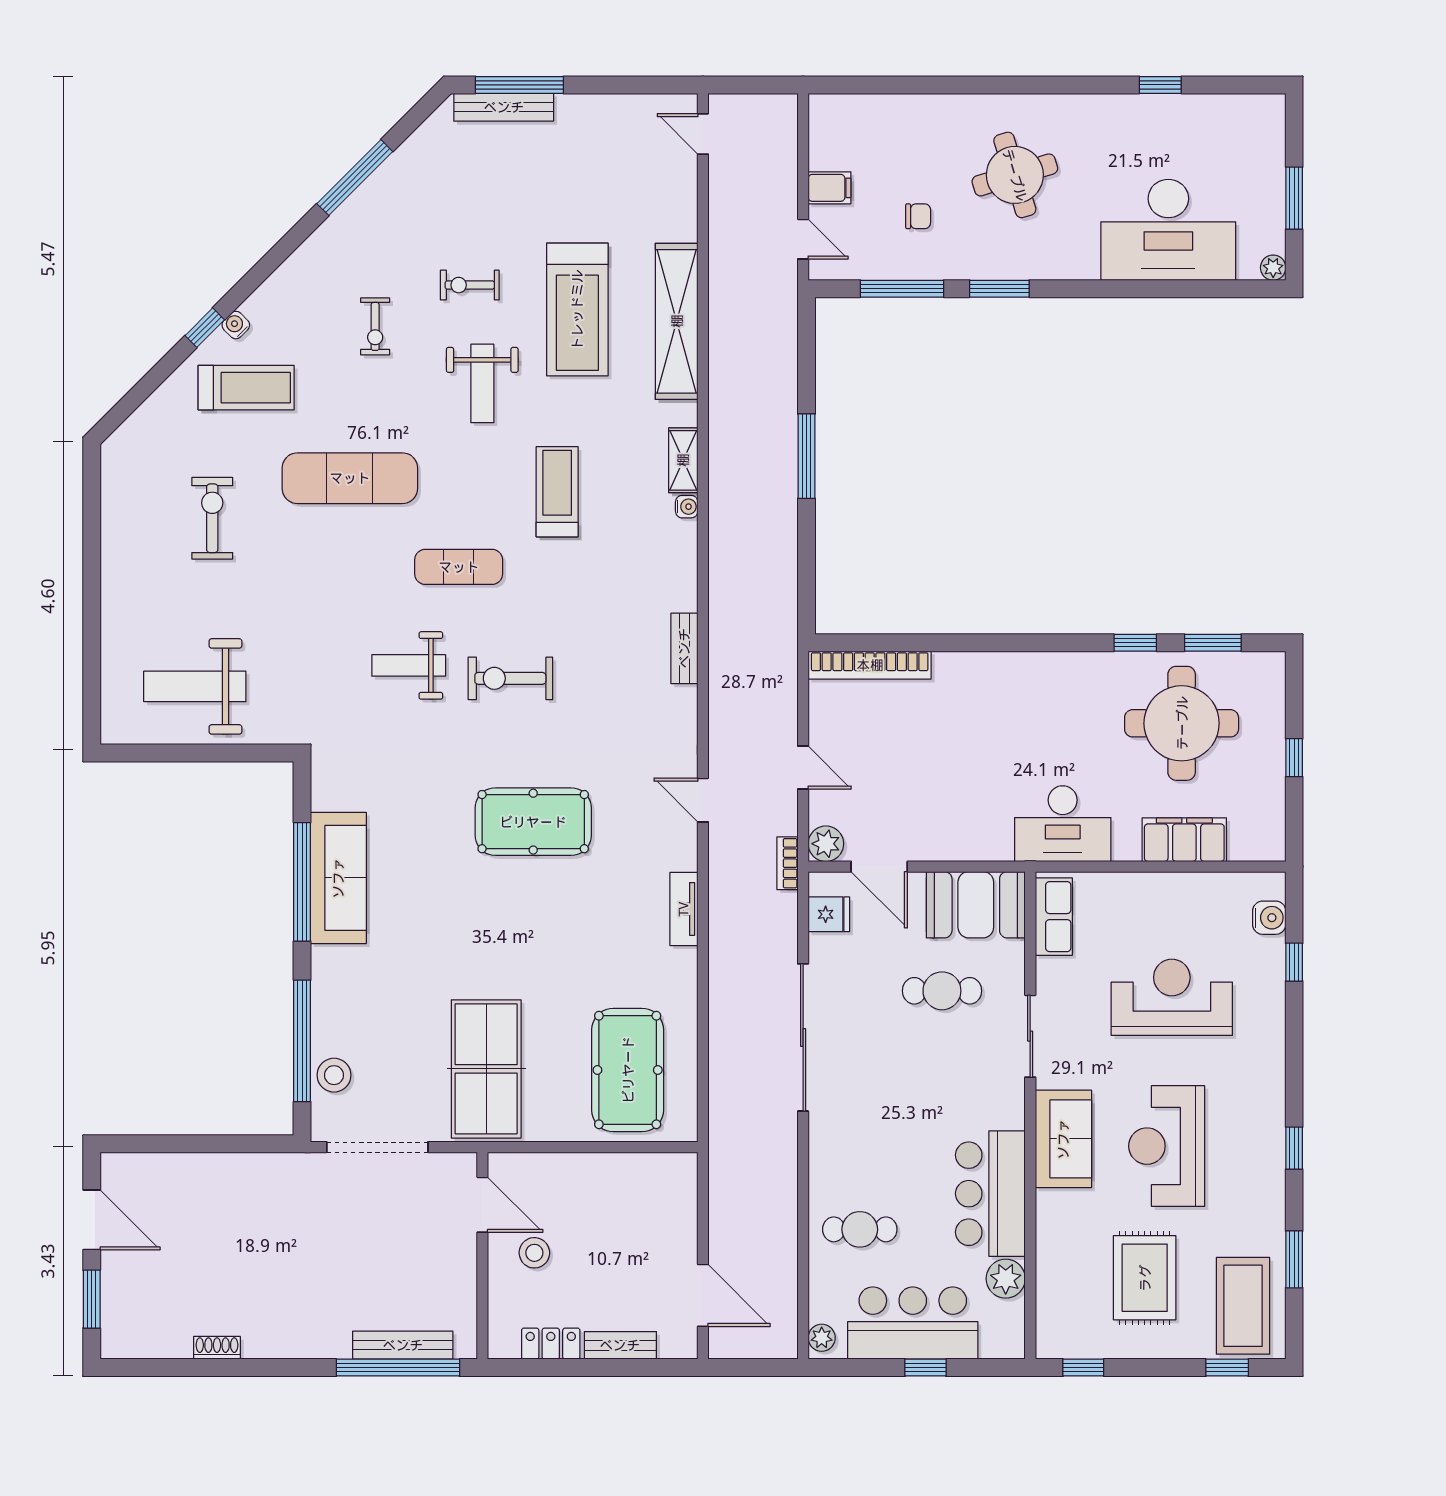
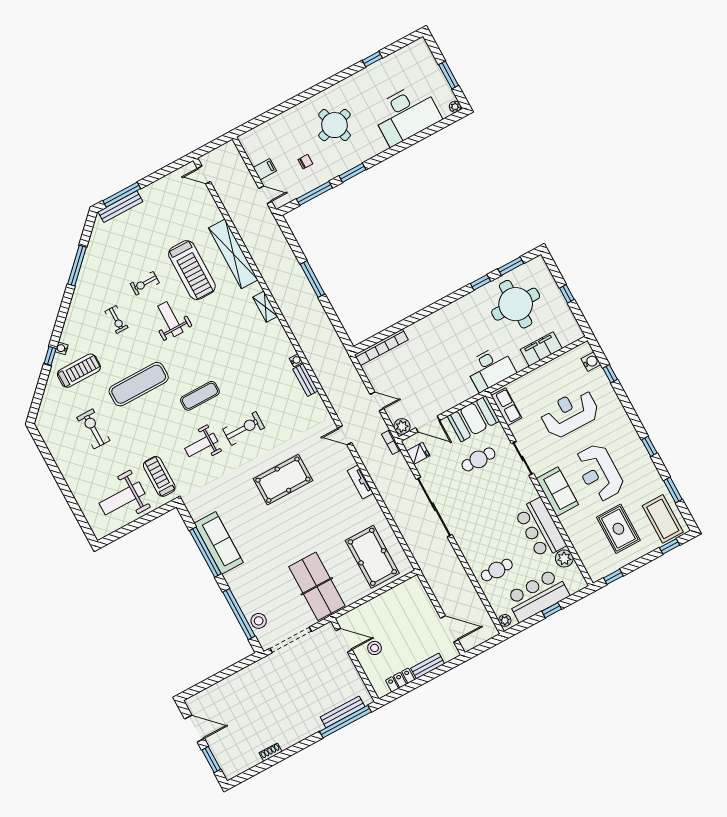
weight bench: (482, 383) -> (170, 319), turned 180
treadmill: (557, 492) -> (159, 476), moved
water cooler: (687, 507) -> (296, 360), moved
exercise bike: (510, 678) -> (244, 428), turned 180

